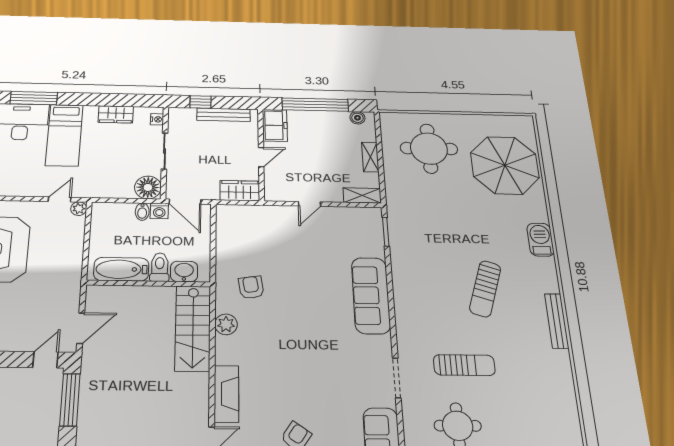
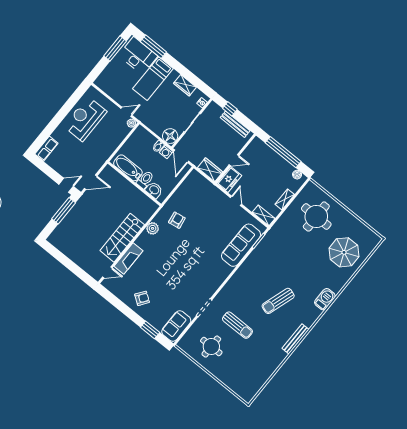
freezer: (275, 125) -> (229, 180), moved
parasol: (505, 165) -> (344, 252), width x0.73, depth x0.73
door: (309, 204) -> (236, 201), swing flipped
sofa: (371, 295) -> (241, 245), moved
stairs: (193, 328) -> (122, 238), moved

